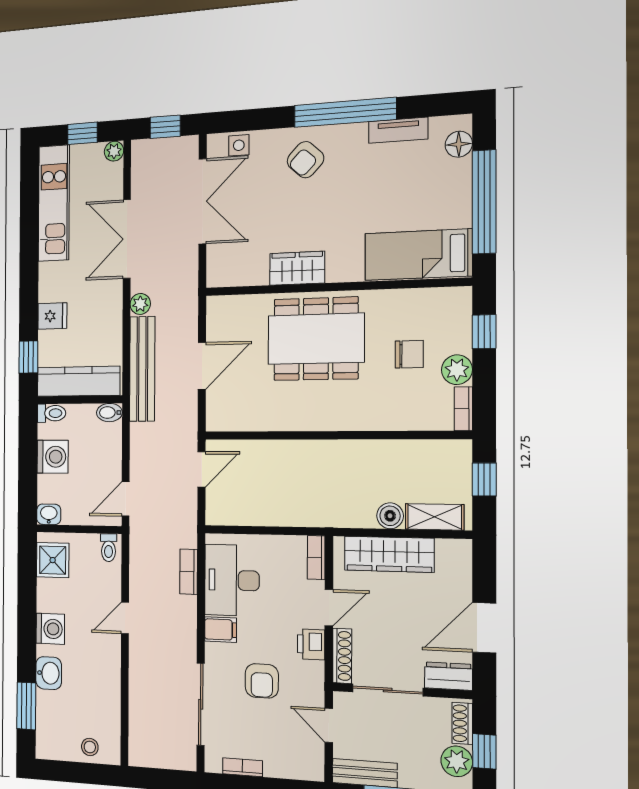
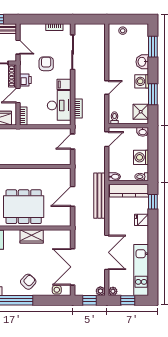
plant: (140, 304) -> (100, 291), moved
door: (202, 469) -> (73, 142), moved
window: (27, 598) -> (153, 94), added

